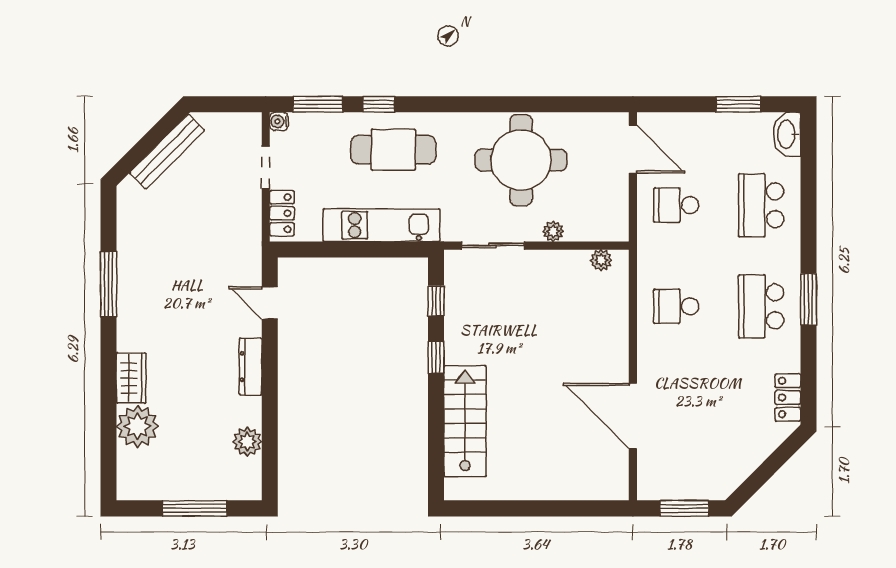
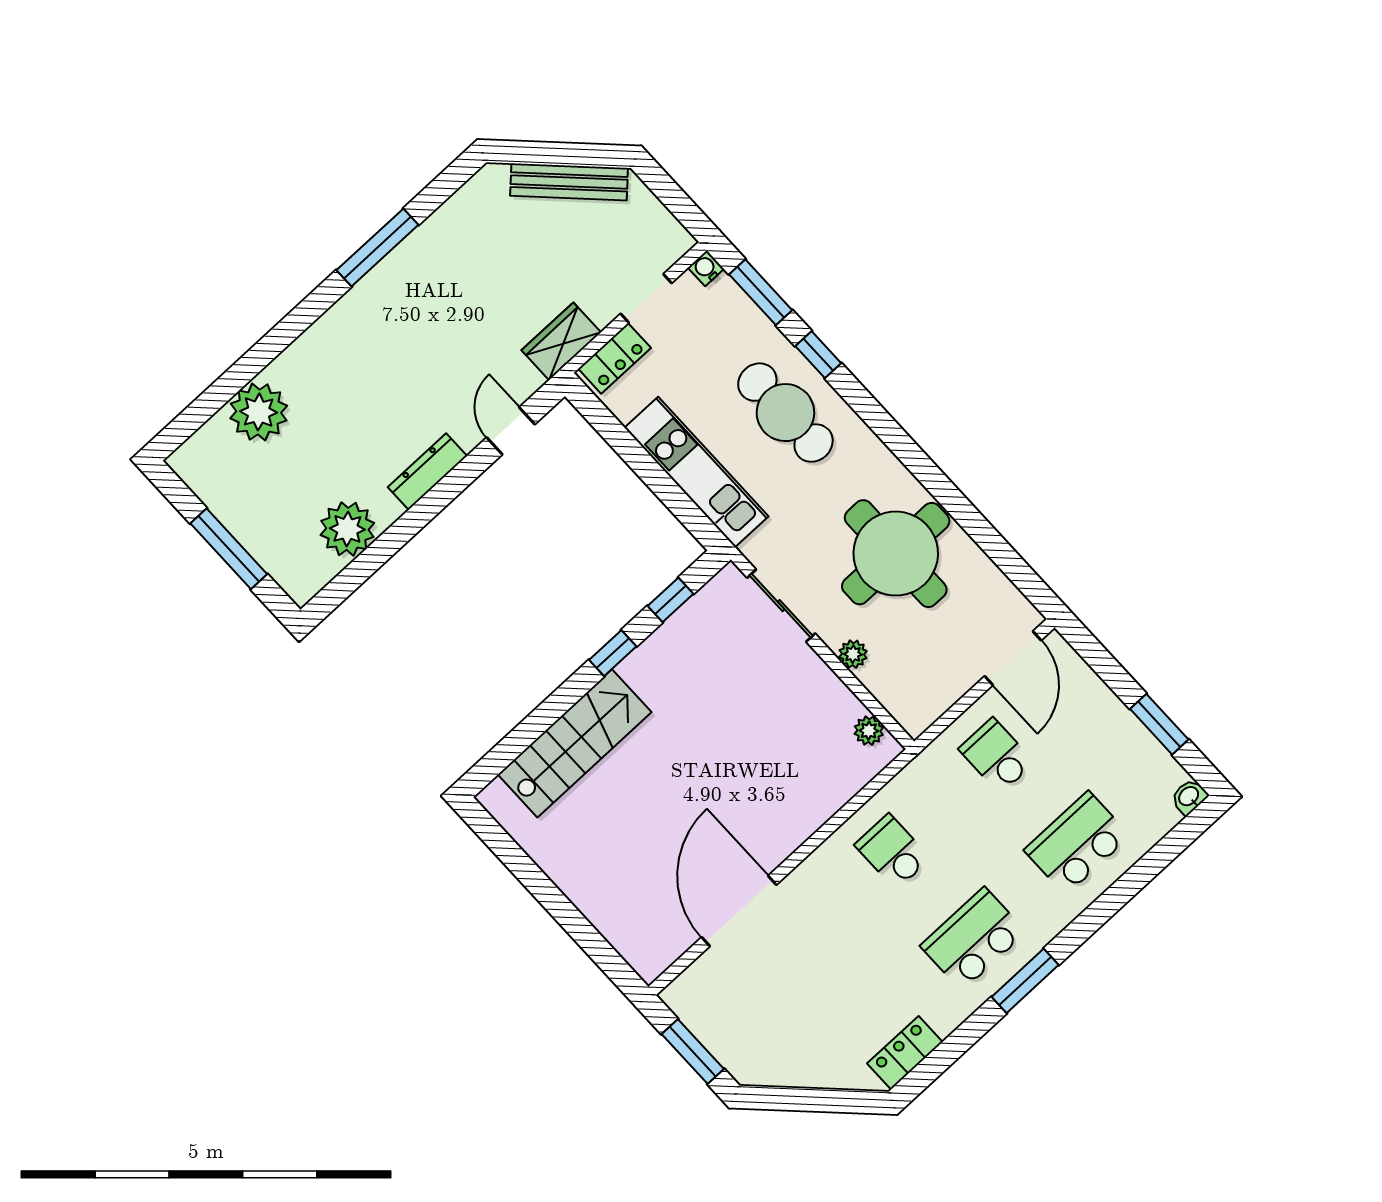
washbasin: (787, 134) -> (1189, 797), width x0.52, depth x0.69
wardrobe: (131, 378) -> (561, 341), moved, turned 180
plant: (247, 442) -> (347, 529), width x1.36, depth x1.36

